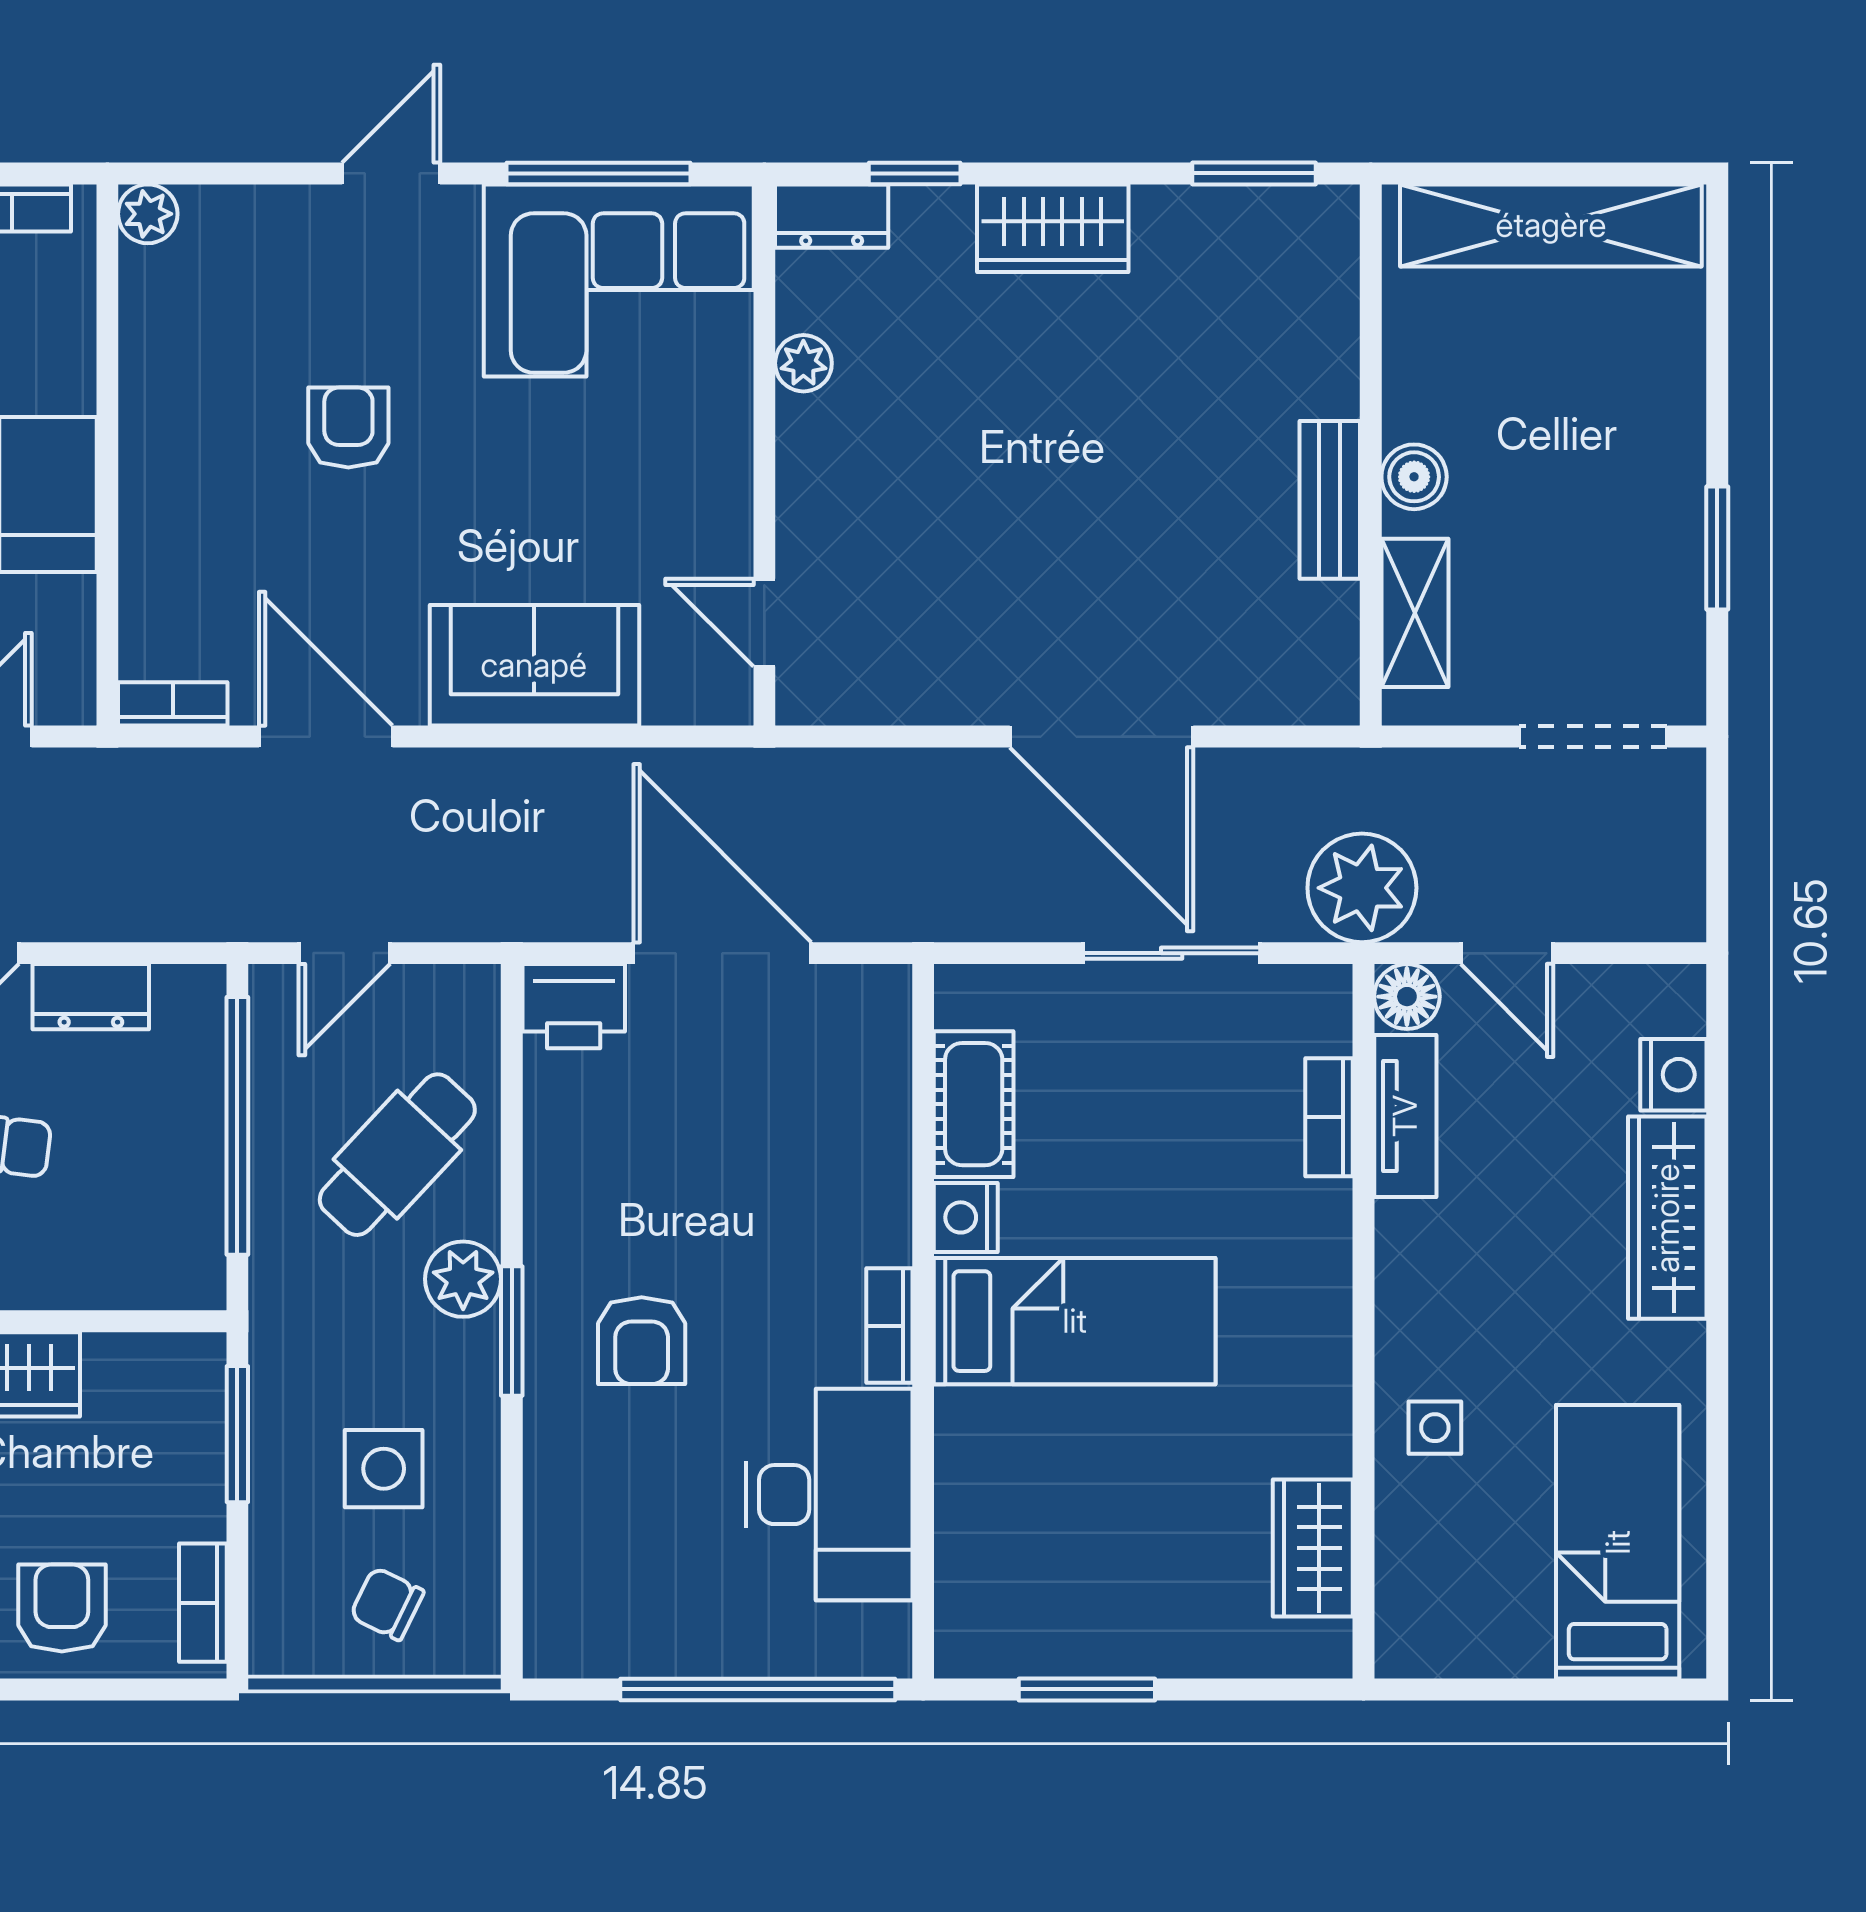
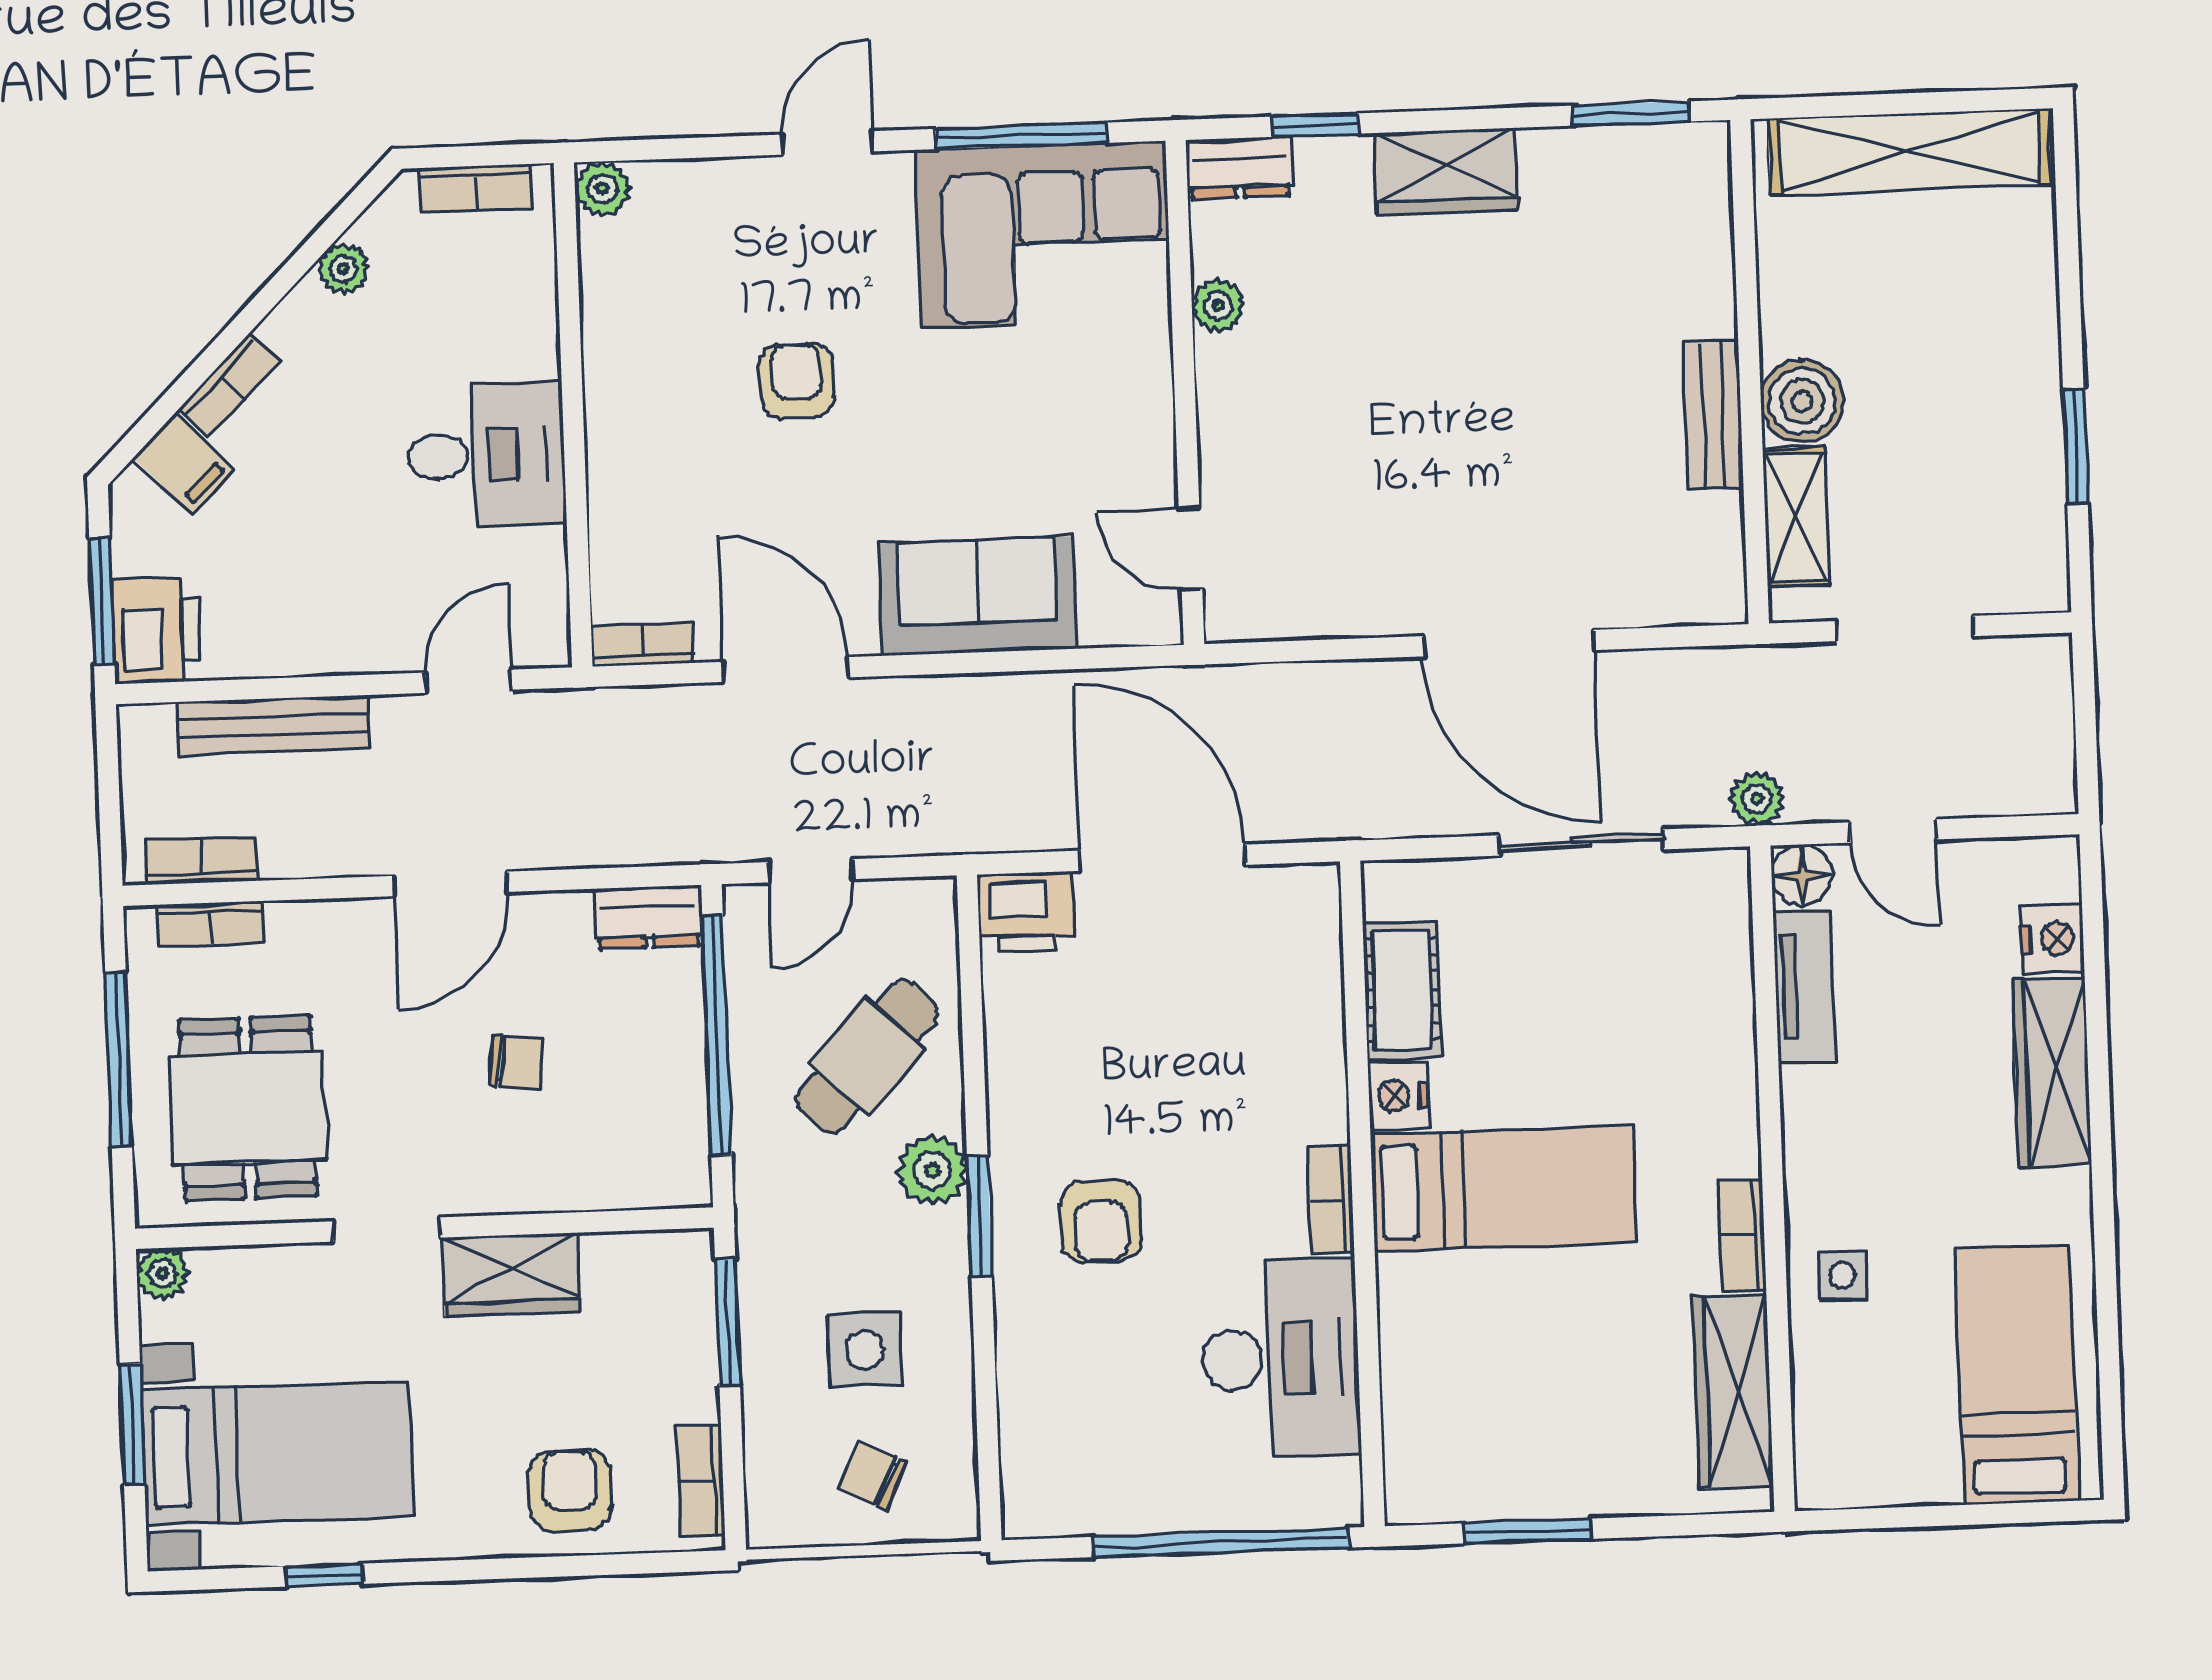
boiler: (1414, 477) -> (1802, 401), width x1.36, depth x1.36
doorway: (1593, 737) -> (1904, 629), moved
plant: (1362, 888) -> (1757, 799), width x0.53, depth x0.53
dresser: (91, 997) -> (648, 917), moved
bookcase: (1329, 1117) -> (1742, 1235), moved
wardrobe: (1313, 1548) -> (1733, 1392), width x1.50

